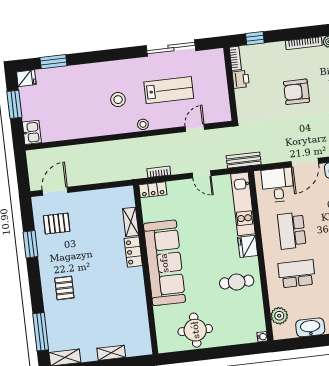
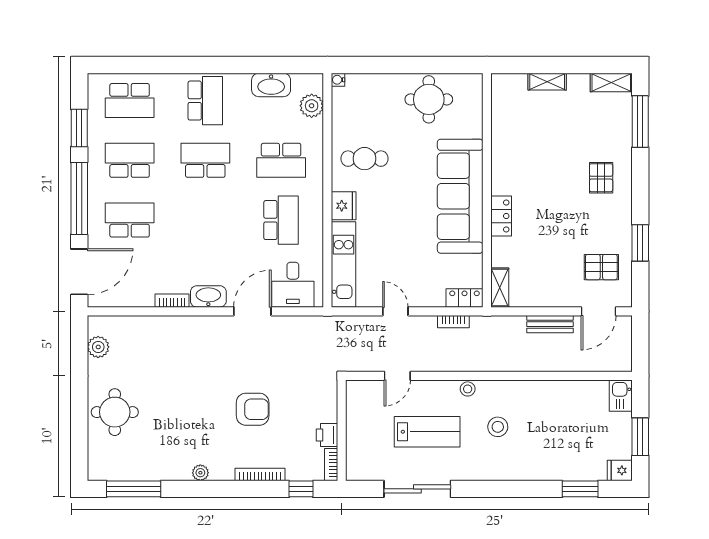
bookcase: (304, 43) -> (260, 474), moved
lab bench: (169, 90) -> (427, 432), turned 180
bench: (244, 160) -> (550, 324), moved
shelving: (131, 222) -> (500, 288), moved

